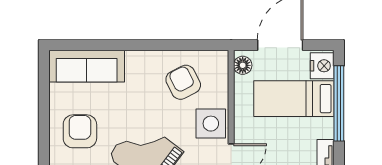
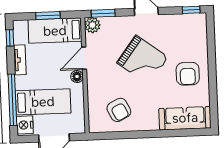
floor lamp: (243, 65) -> (77, 77), moved
side table: (211, 124) -> (99, 83), removed

